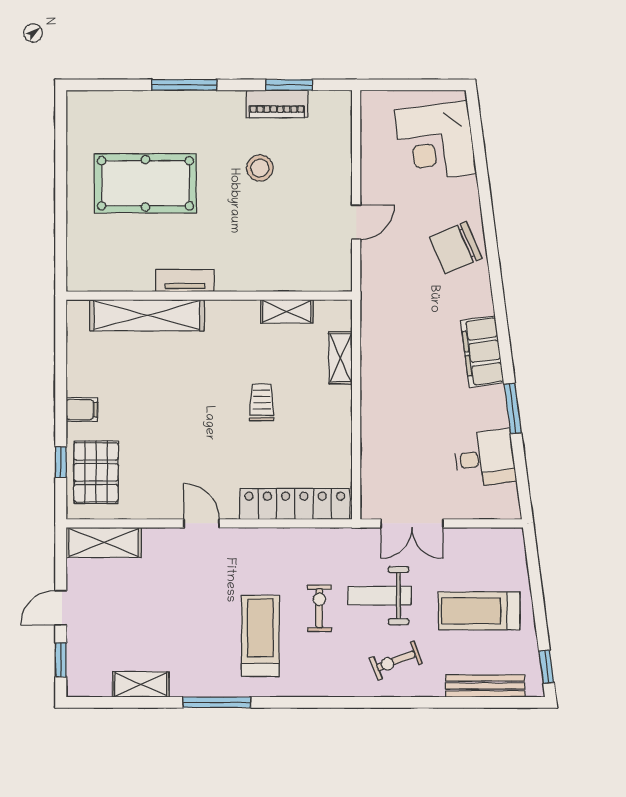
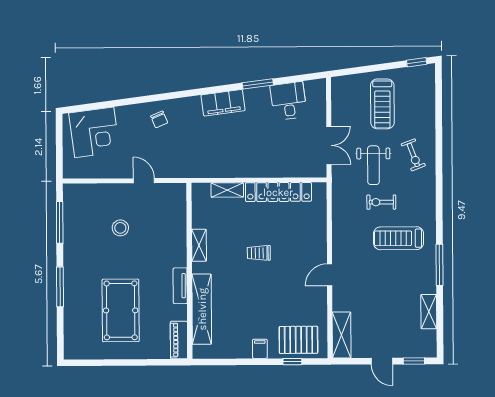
window: (289, 85) -> (60, 222), width x1.44
piano: (277, 104) -> (179, 340), moved, turned 180
stool: (260, 168) -> (120, 228), moved
chair: (456, 248) -> (159, 119), width x0.54, depth x0.54
shelving: (287, 311) -> (199, 245), moved
trolley: (262, 402) -> (259, 253), moved
locker: (295, 504) -> (278, 192), moved, turned -90
bench: (485, 686) -> (429, 100), removed

